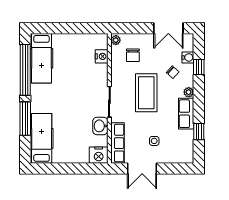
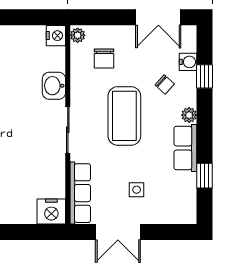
nightstand: (102, 56) -> (56, 36), moved
washbasin: (100, 126) -> (54, 86), moved

